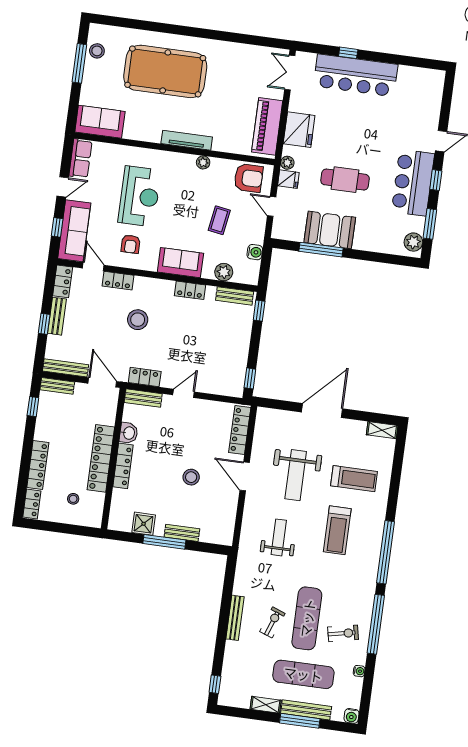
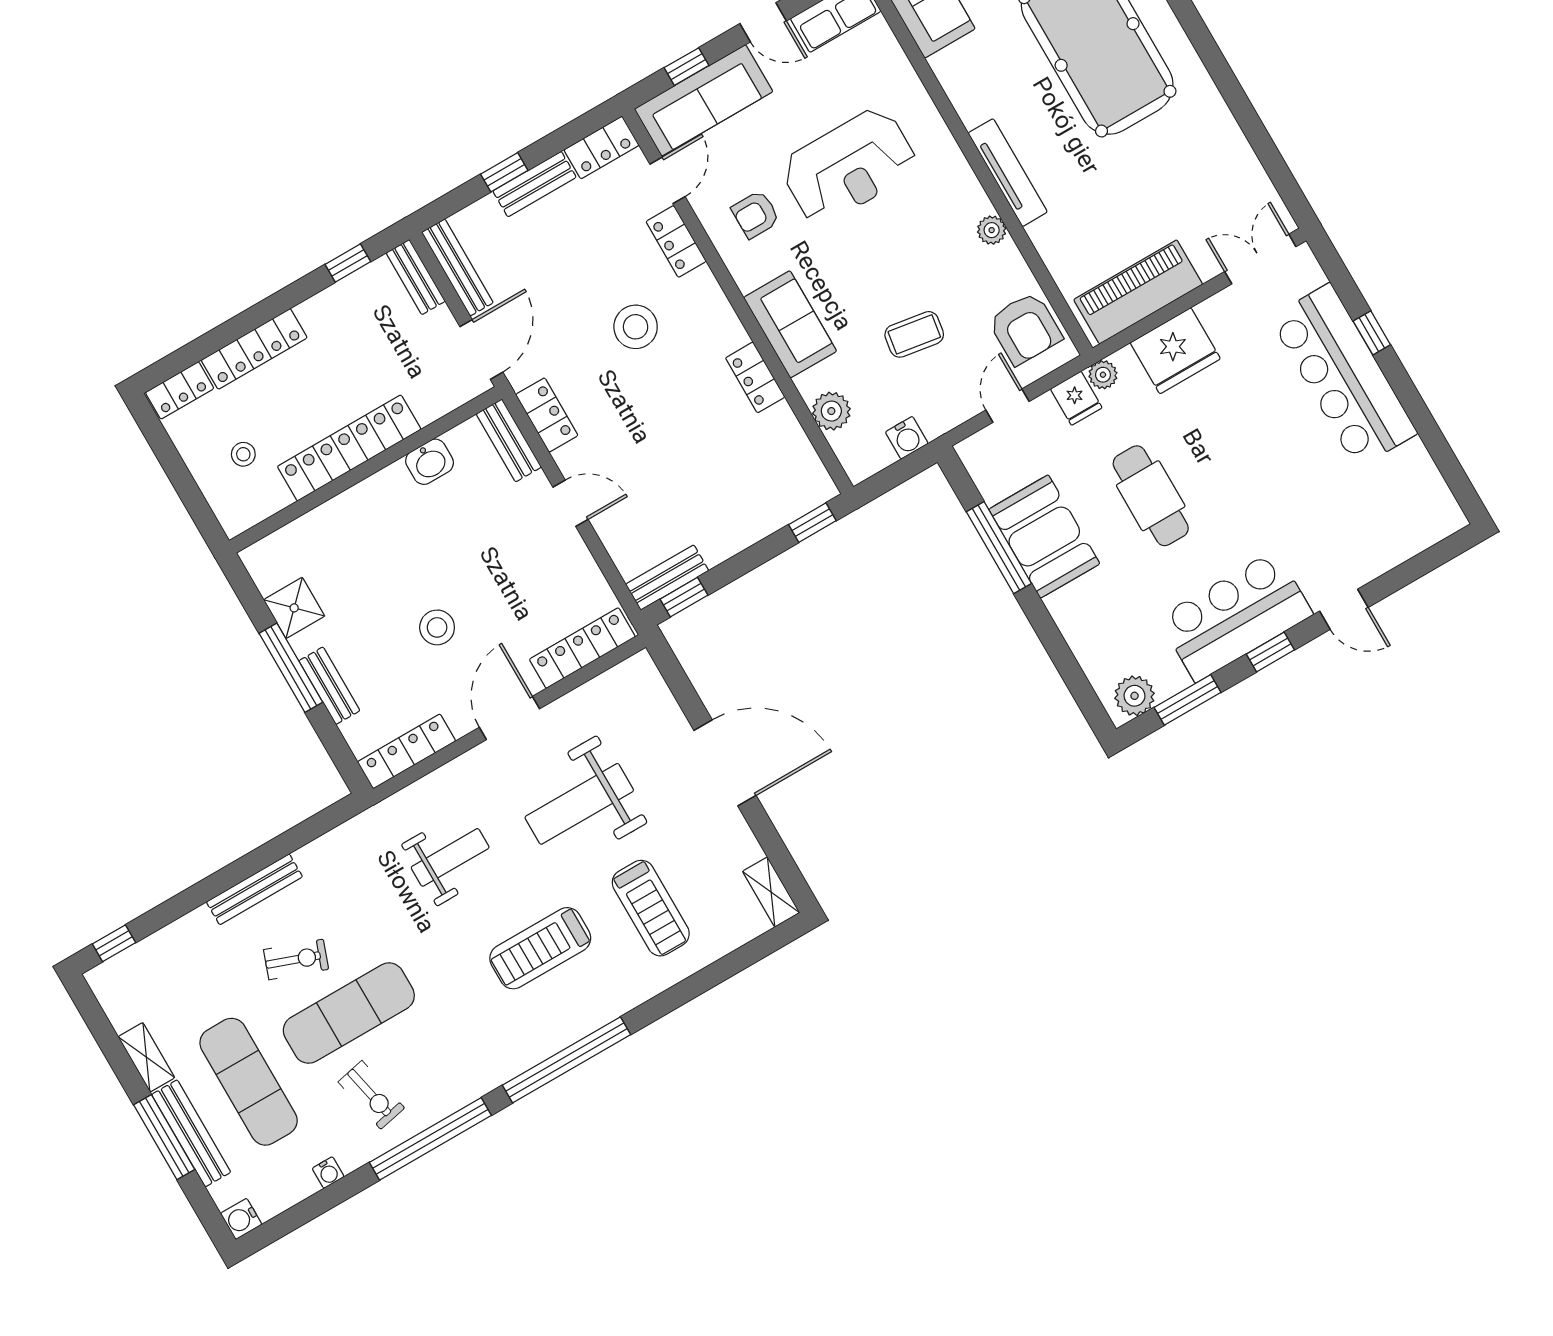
bench: (235, 296) -> (667, 577), moved, turned 90
locker: (123, 466) -> (407, 751), moved, turned 180

